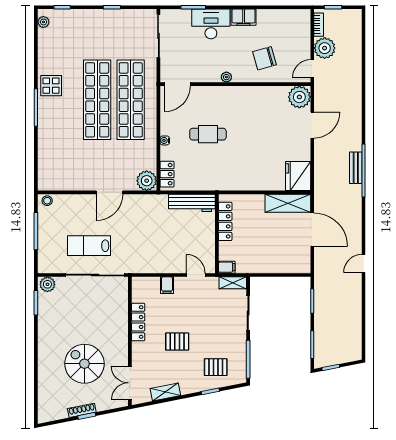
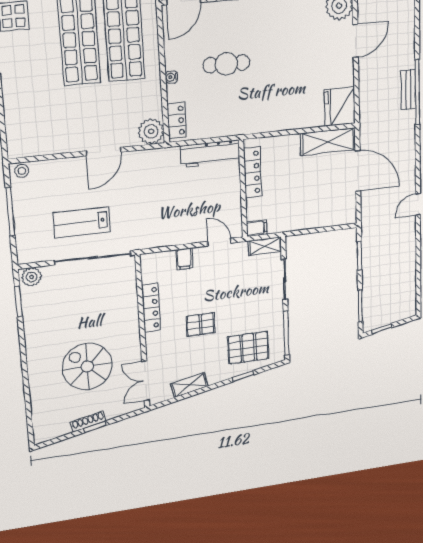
pallet: (216, 367) -> (248, 348), width x1.50, depth x1.42

